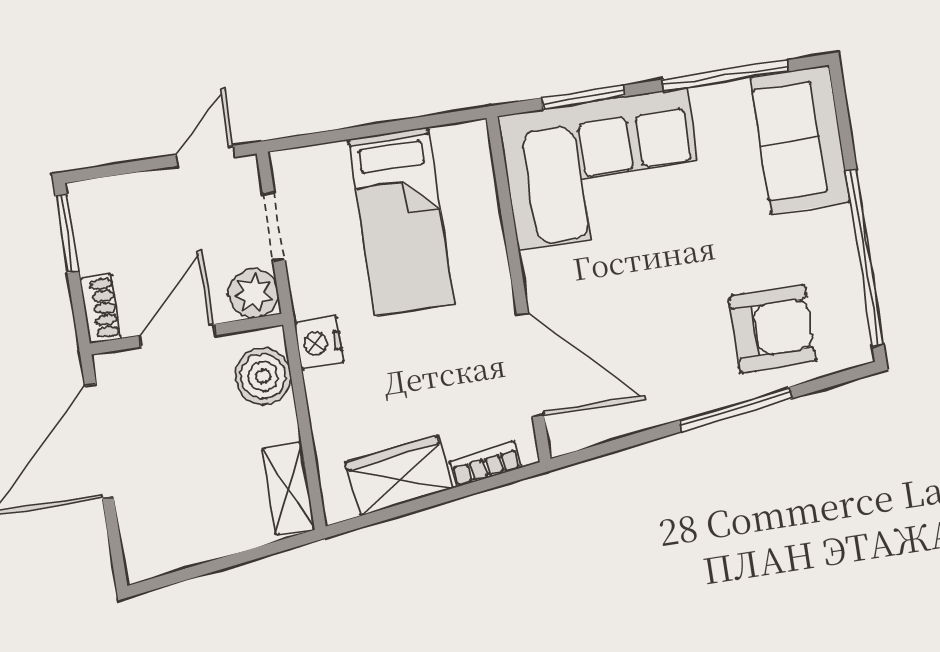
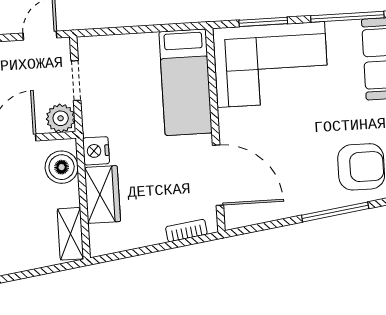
bed: (401, 221) -> (186, 82), moved
wardrobe: (399, 475) -> (102, 195), moved, turned 98

